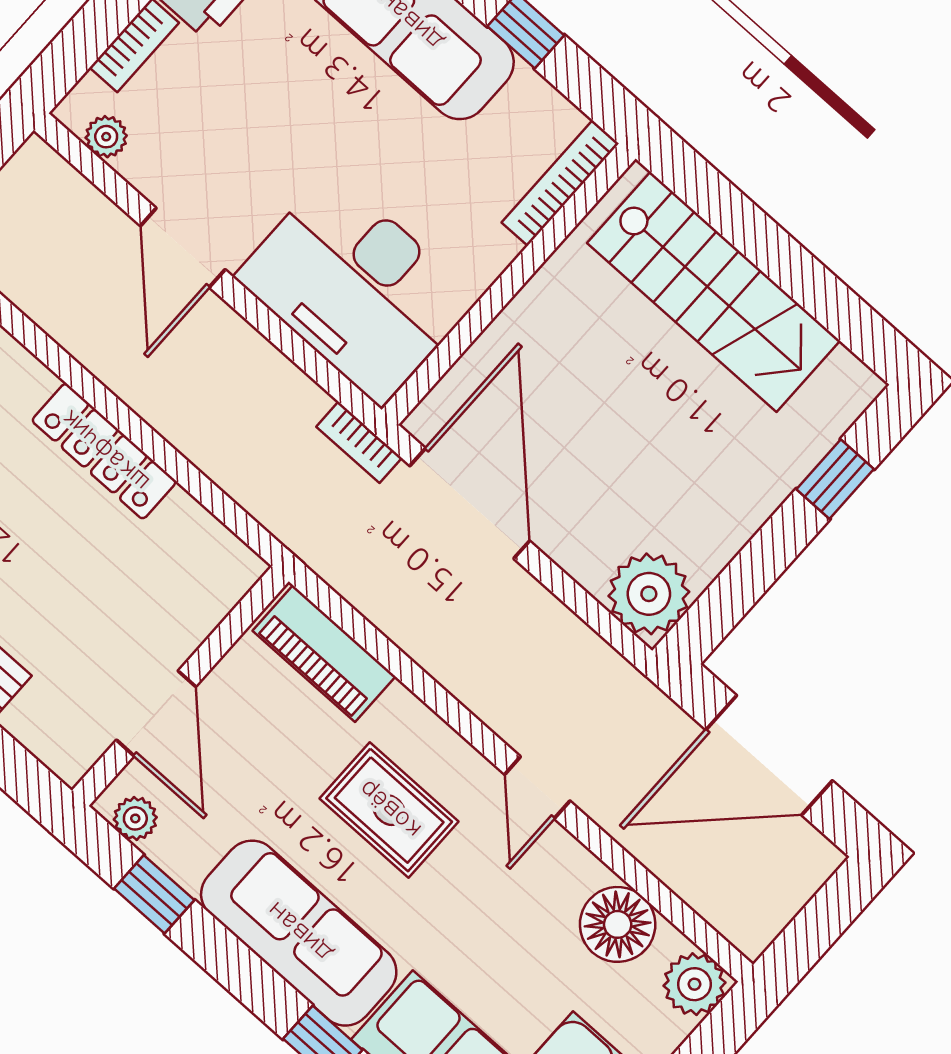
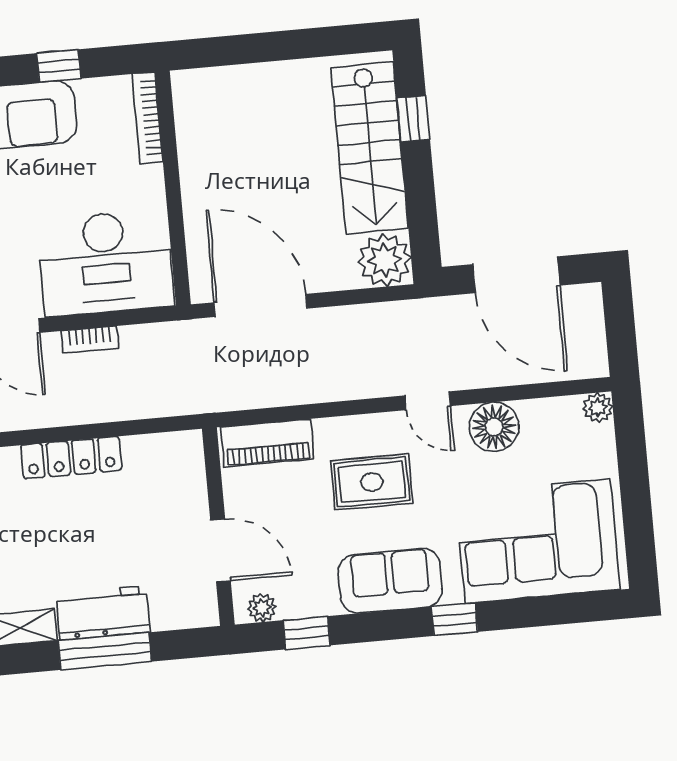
stairs: (713, 292) -> (370, 148), moved, turned 90
bookcase: (359, 442) -> (90, 340), moved
door: (769, 755) -> (516, 275), hinge flipped
floor lamp: (618, 924) -> (494, 427), moved
sofa: (299, 933) -> (390, 581), width x0.73
plant: (694, 984) -> (598, 408), width x0.73, depth x0.73

